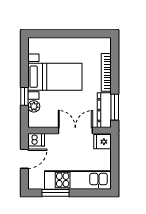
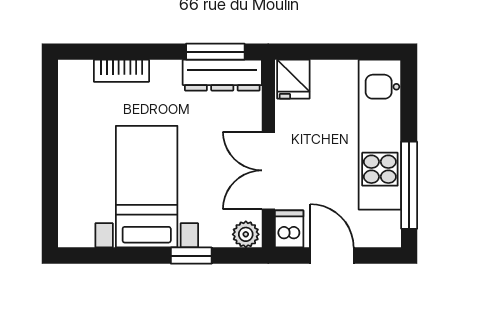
bookcase: (106, 72) -> (121, 71), width x0.64
plant: (34, 106) -> (246, 234), moved
double door: (75, 131) -> (268, 170), moved
window: (56, 193) -> (409, 185), width x1.44

